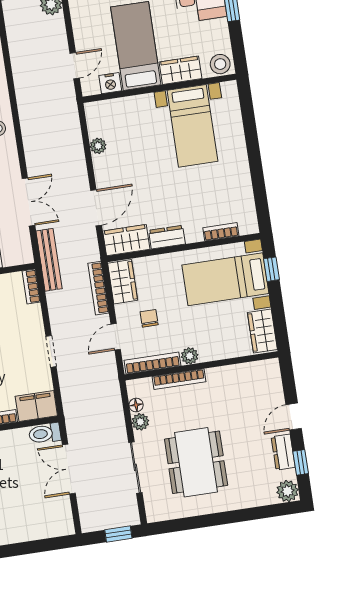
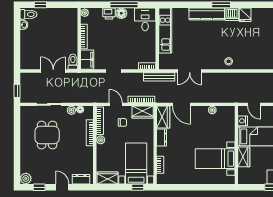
stool: (220, 64) -> (244, 177), removed
dresser: (283, 452) -> (81, 179), moved
dining table: (196, 462) -> (47, 135), width x0.73

